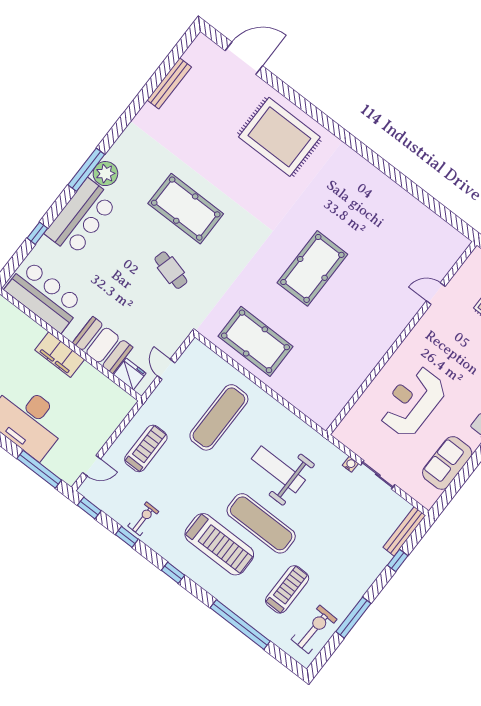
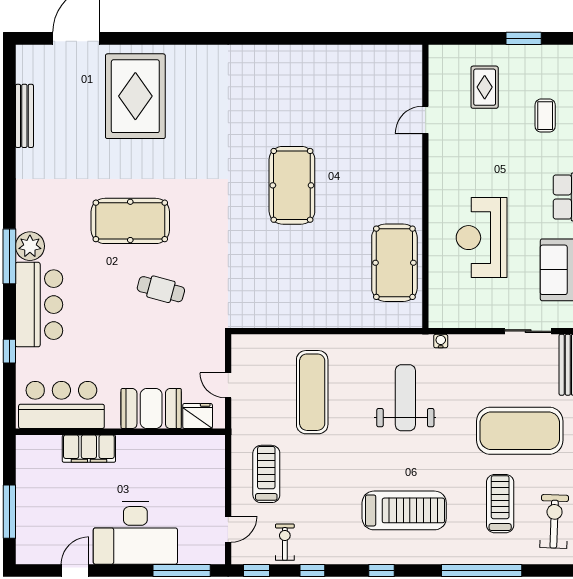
rug: (279, 137) -> (135, 96), moved, turned 90
pool table: (255, 341) -> (394, 263), moved, turned 90
filing cabinet: (60, 355) -> (89, 449), moved
water cooler: (350, 464) -> (441, 341), moved
weight bench: (278, 469) -> (405, 398), turned 90
sliding door: (378, 475) -> (528, 331), moved
exercise bike: (143, 519) -> (285, 542), moved
exercise mat: (261, 523) -> (520, 431), moved, width x1.47

